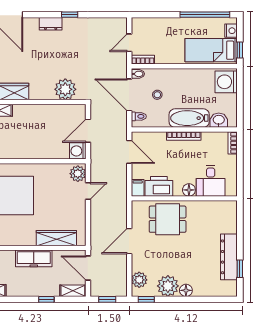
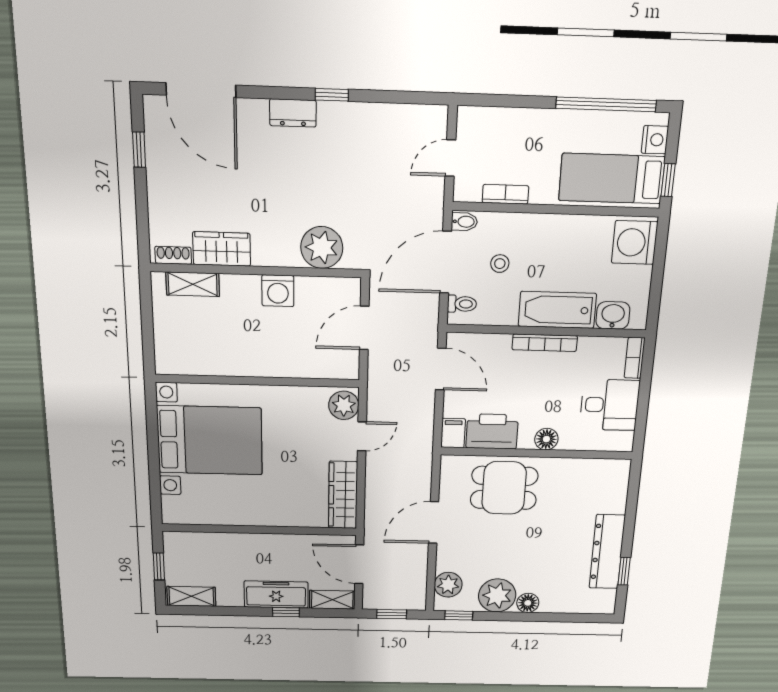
bookcase: (143, 60) -> (505, 194), moved
door: (129, 95) -> (446, 262), hinge flipped
washing machine: (78, 151) -> (278, 291), moved, turned -90
desk: (211, 181) -> (610, 405), moved, turned -90
wardrobe: (56, 238) -> (343, 495), moved, turned -90
freezer: (34, 258) -> (276, 595), moved, turned 180

